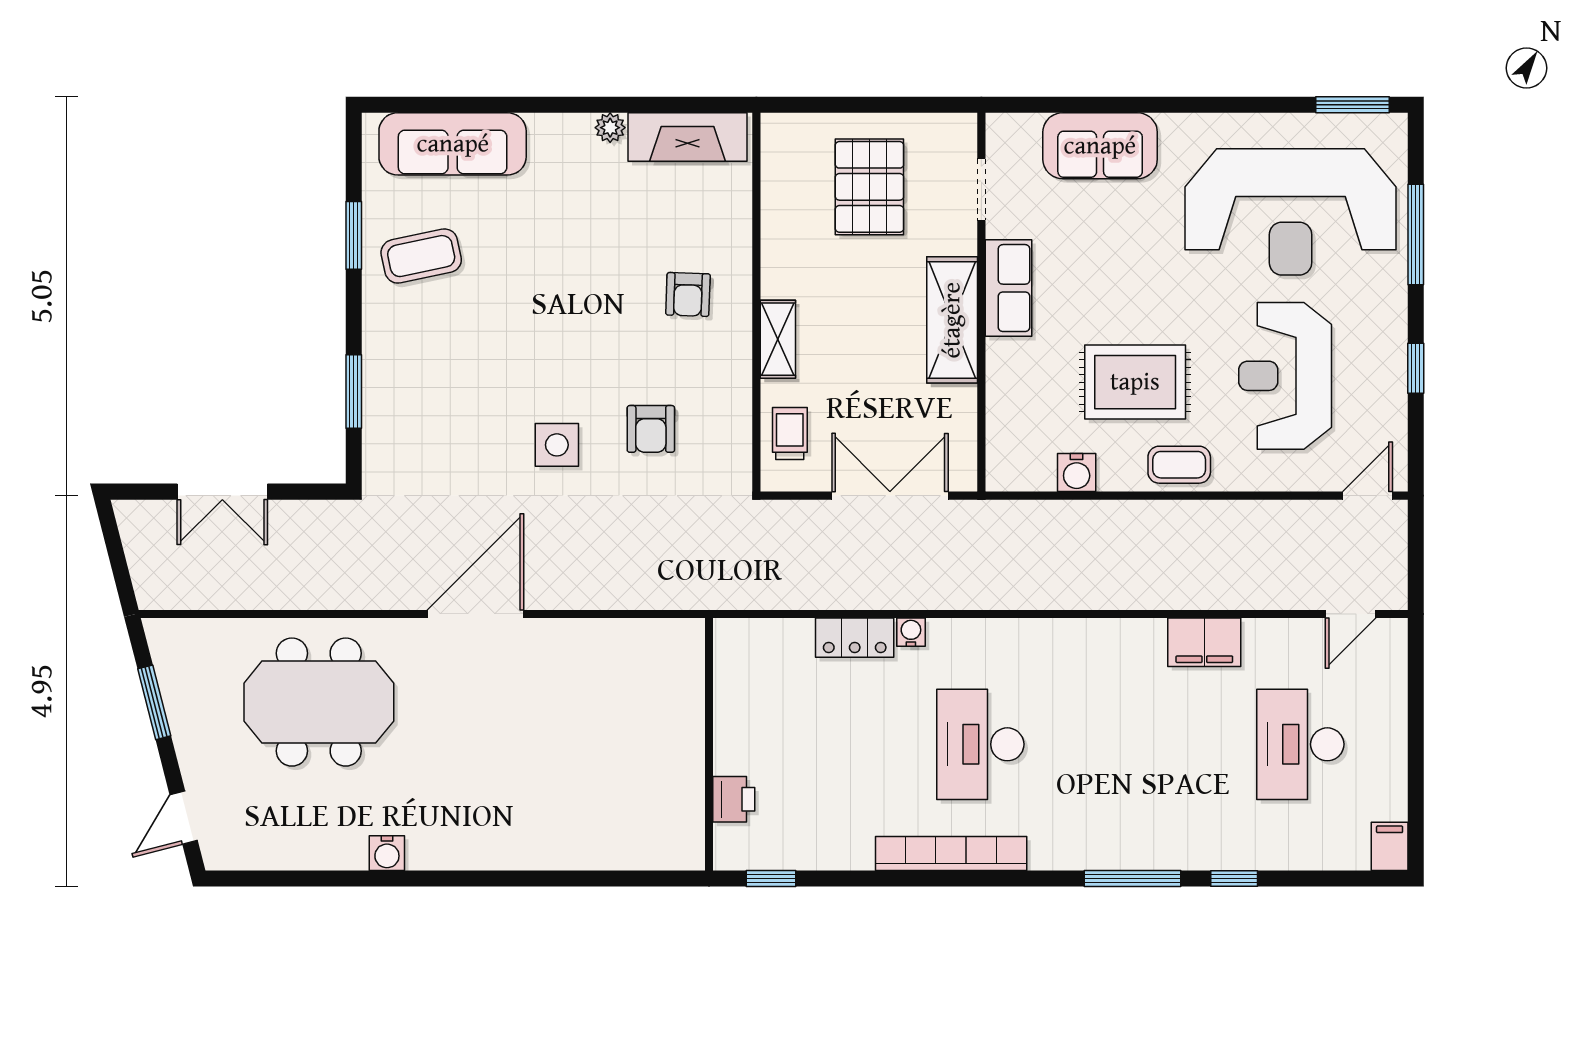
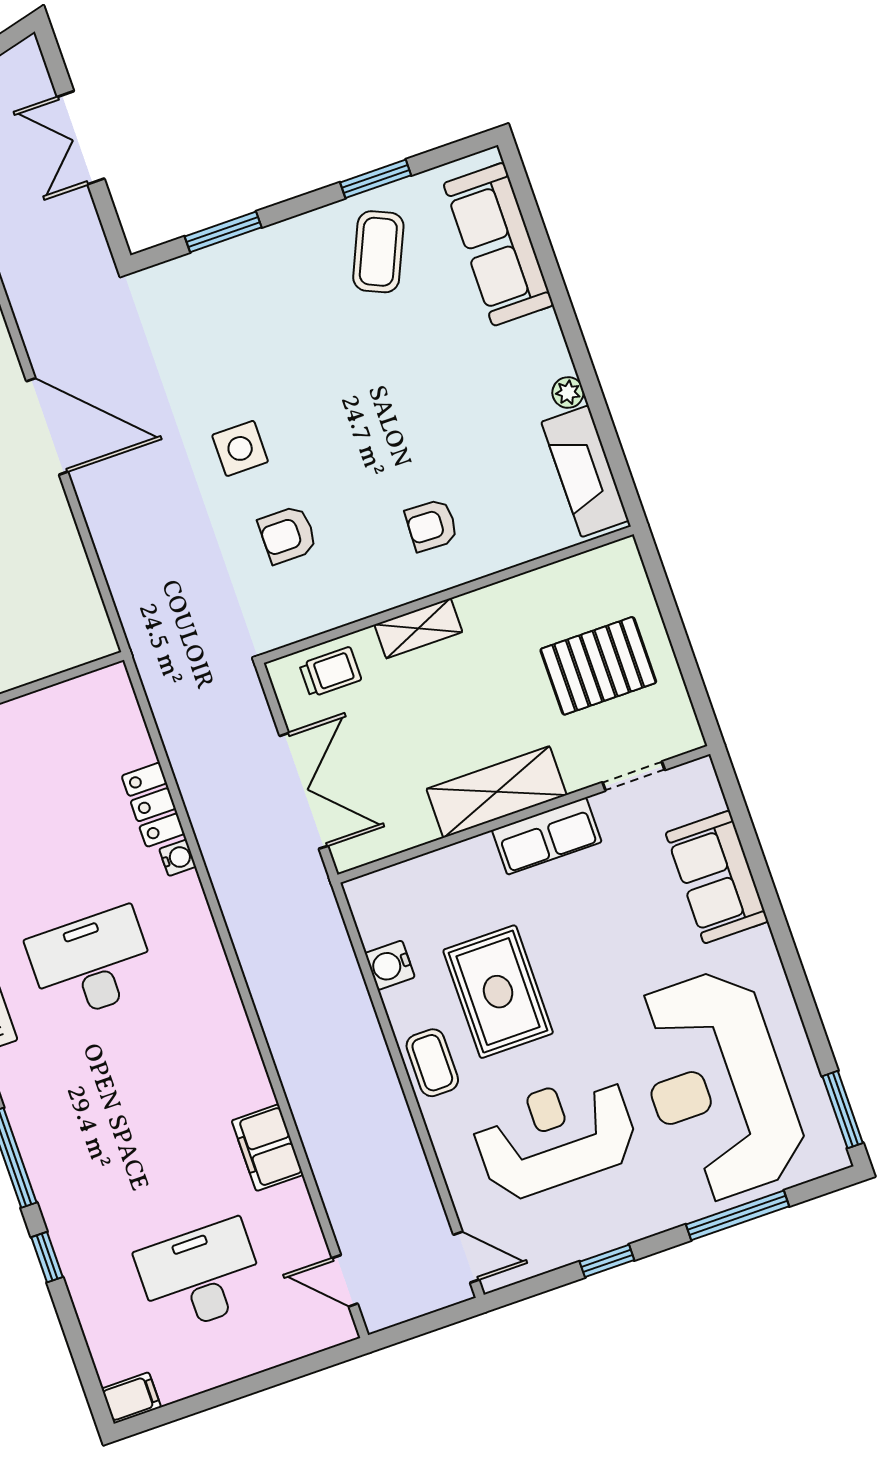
coffee table: (421, 256) -> (378, 252), turned 36

